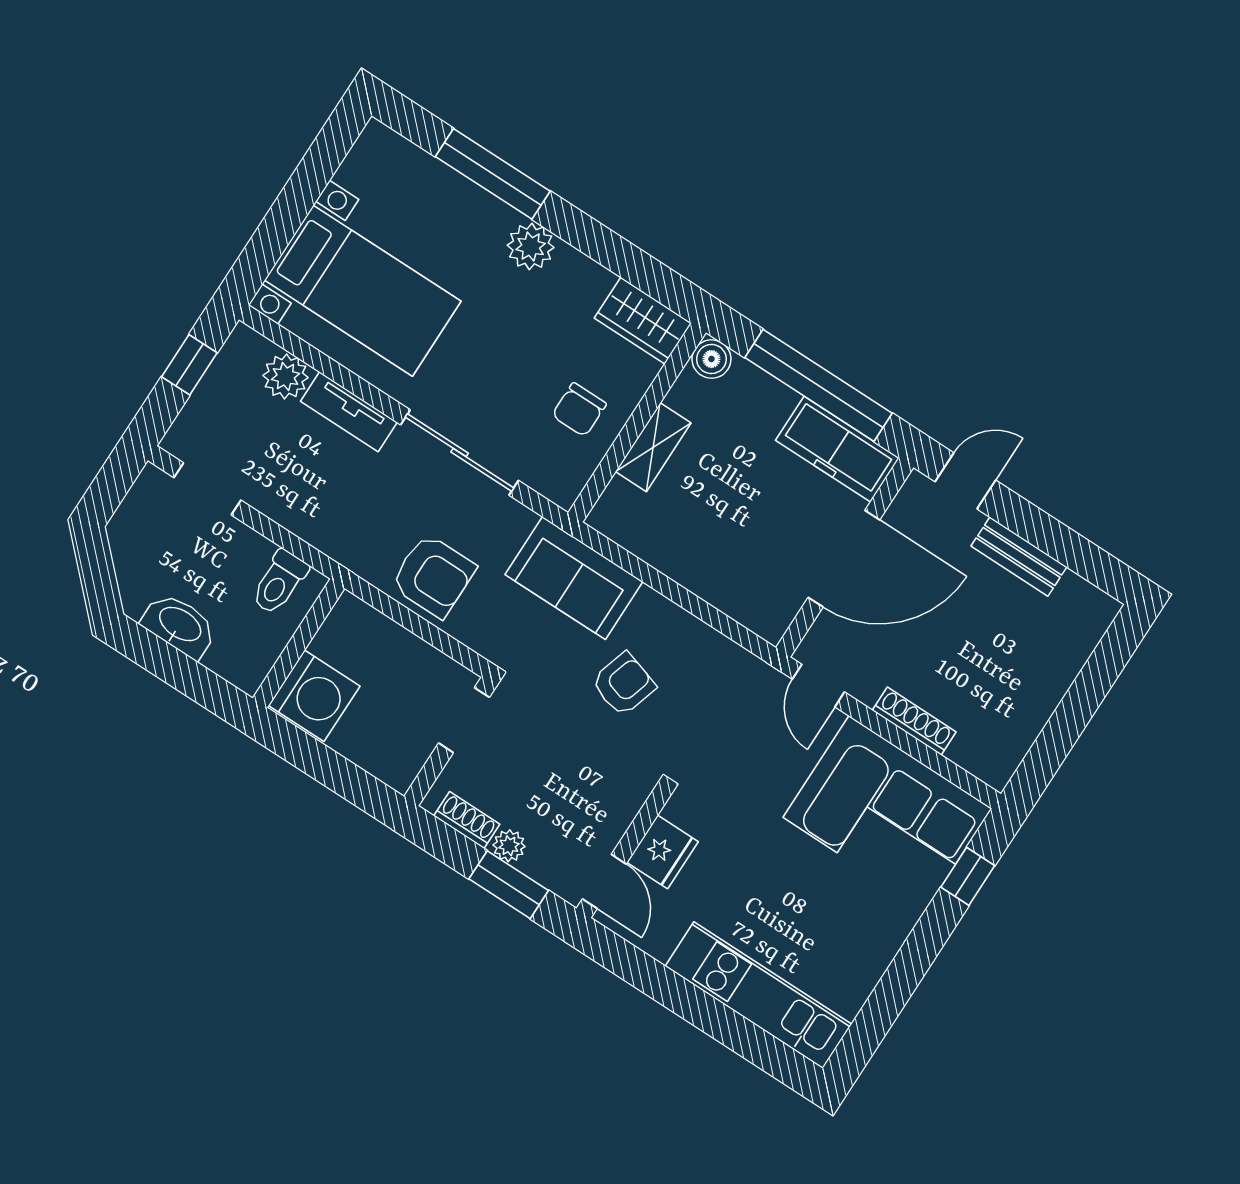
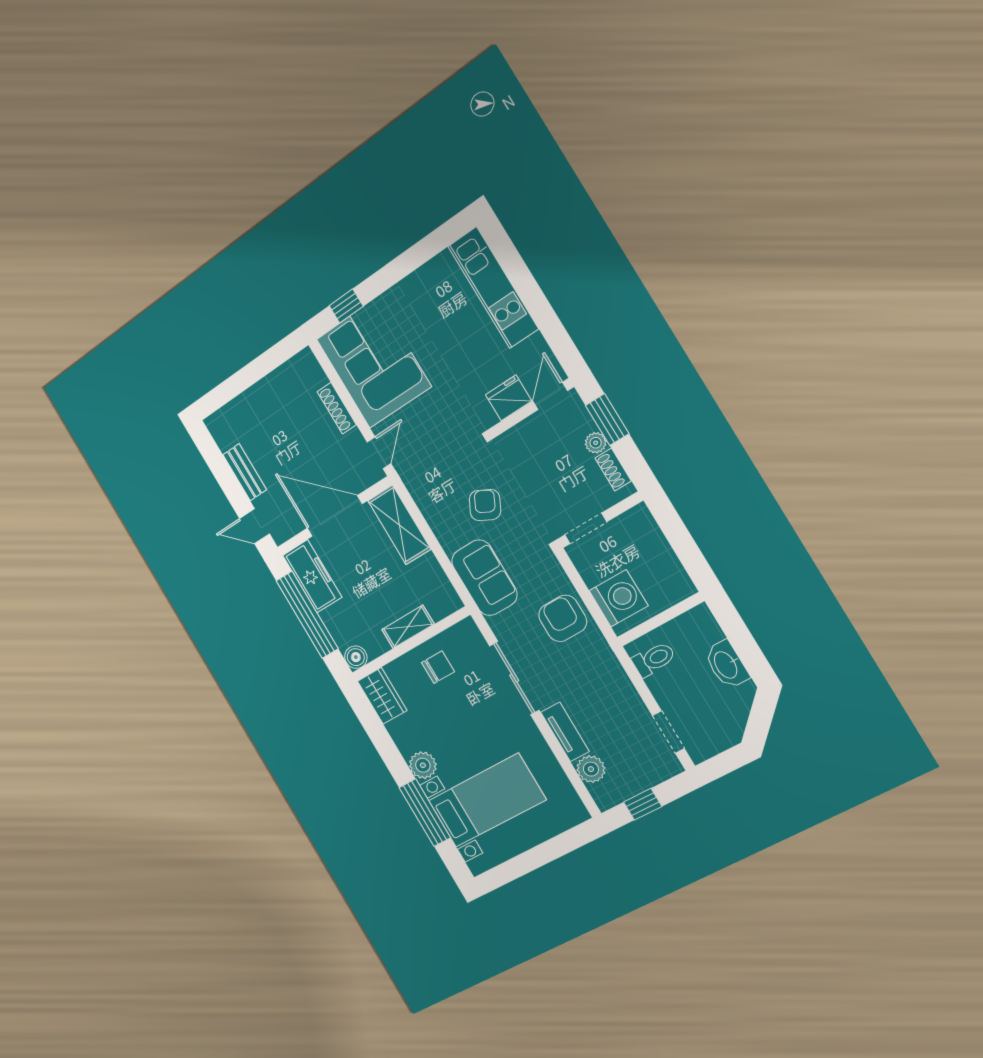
bed with nightstands: (363, 291) -> (487, 800), moved, turned 90
shelving: (738, 594) -> (399, 525), added
armchair: (624, 684) -> (485, 505), turned 100
washing machine: (314, 696) -> (619, 598), moved, turned 90

